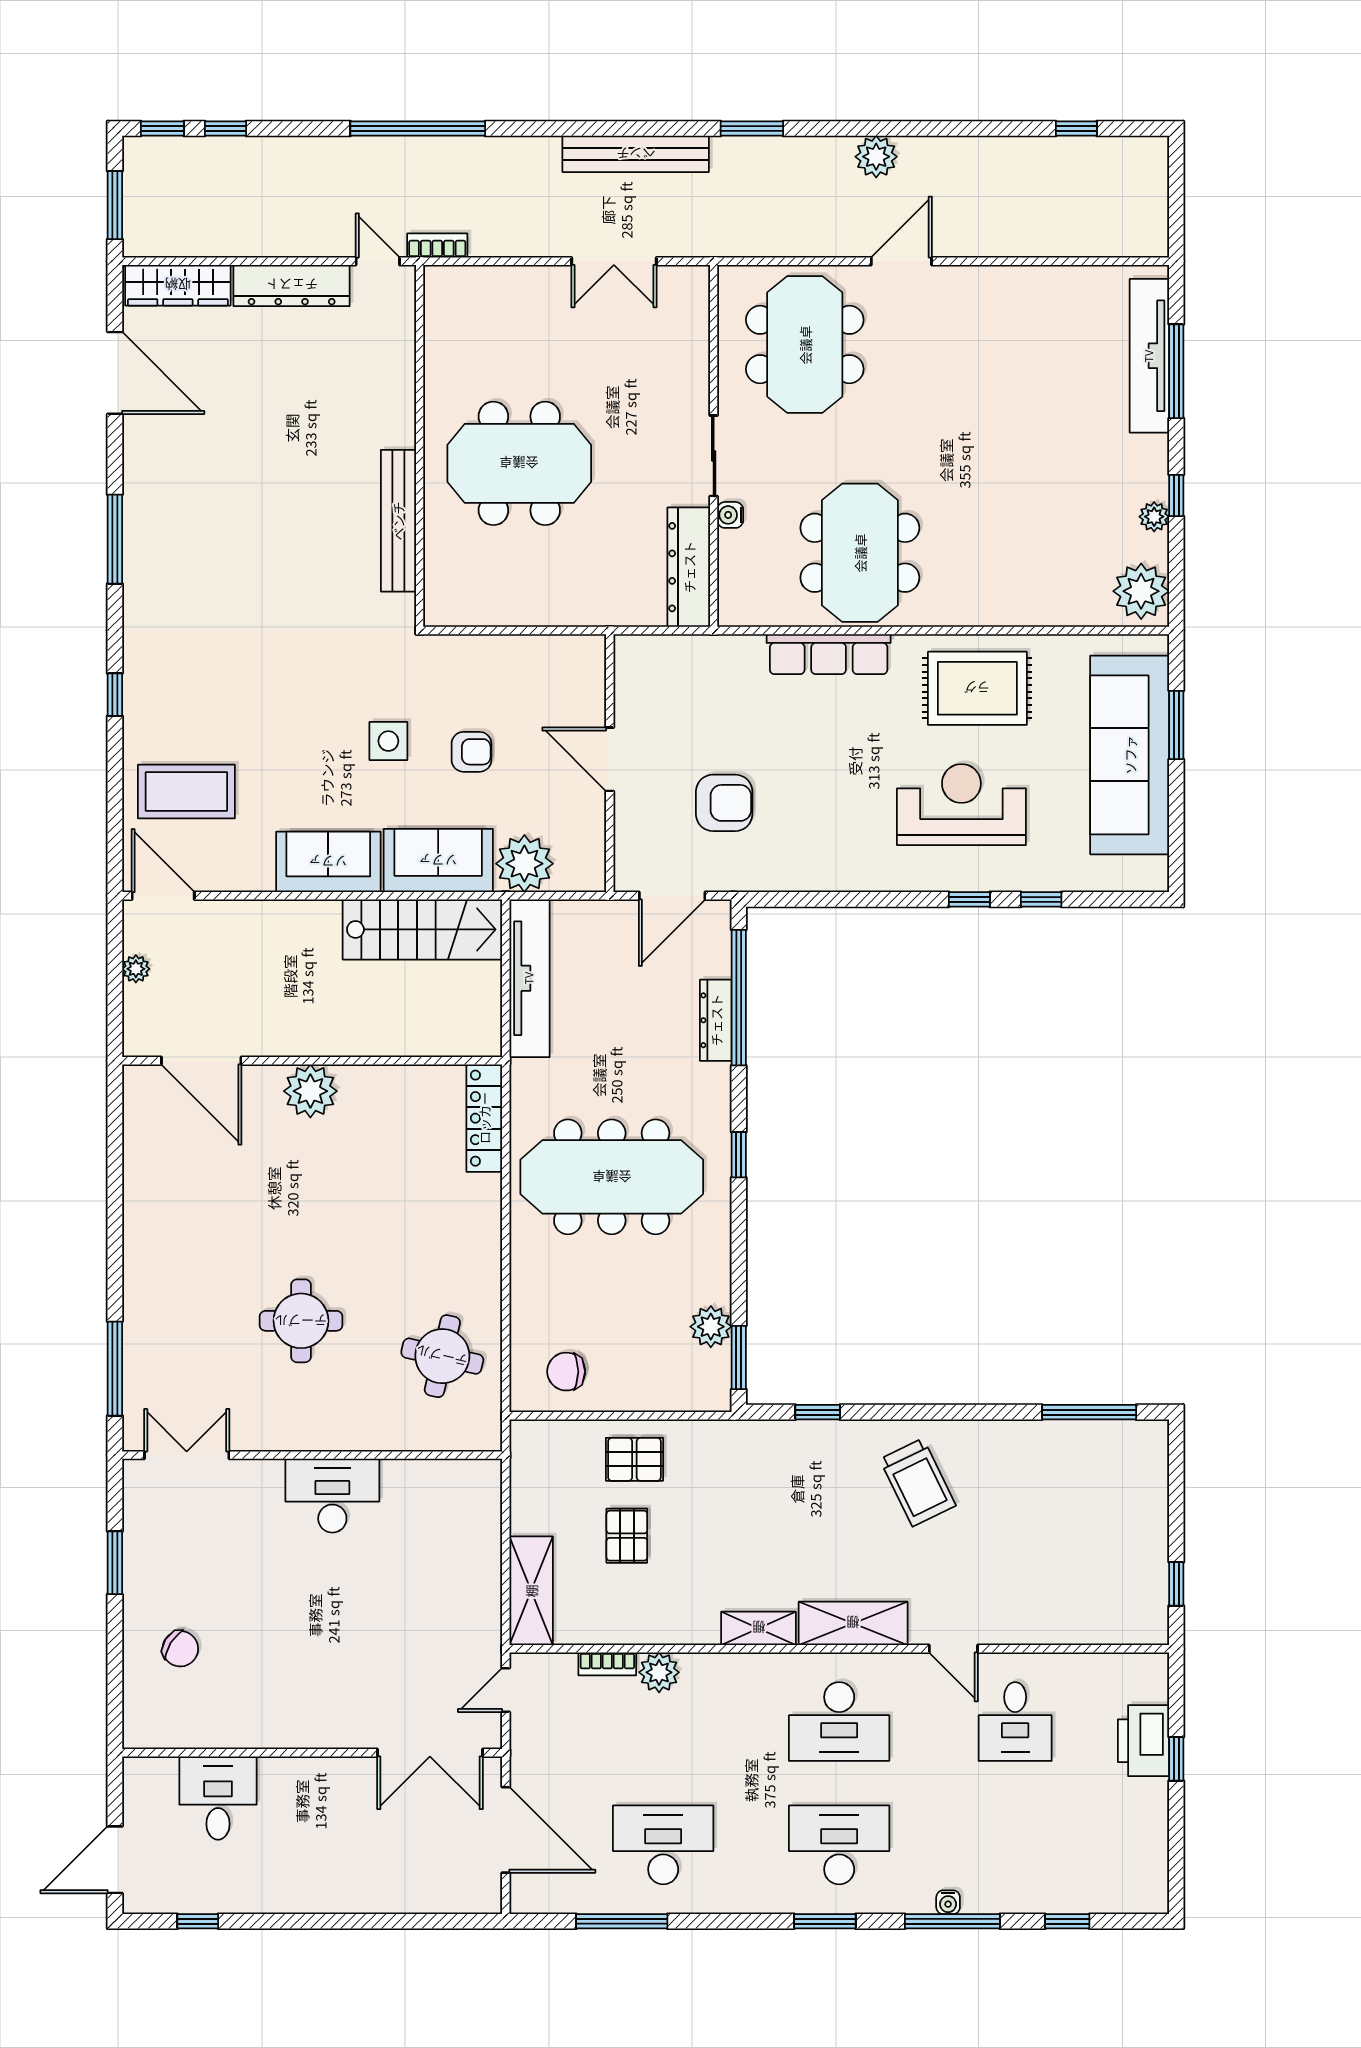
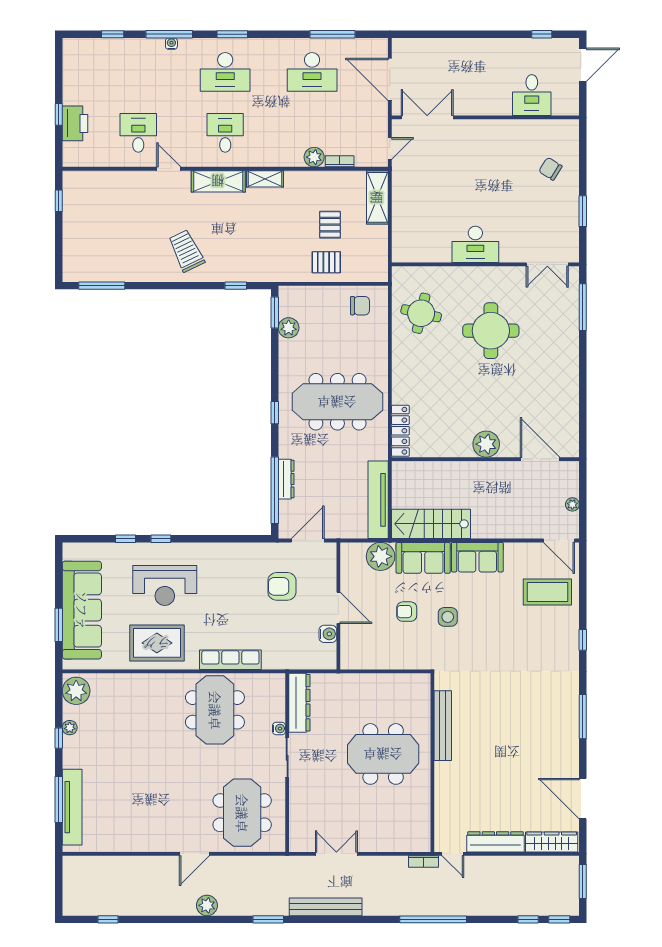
water cooler: (631, 707) -> (328, 634), added
round table: (301, 1321) -> (491, 331), width x1.36, depth x1.36
desk: (839, 1722) -> (225, 133), width x0.73

